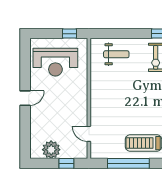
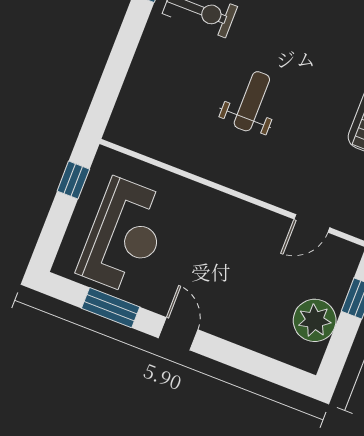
weight bench: (116, 54) -> (252, 101), moved
window: (25, 68) -> (111, 308), added

